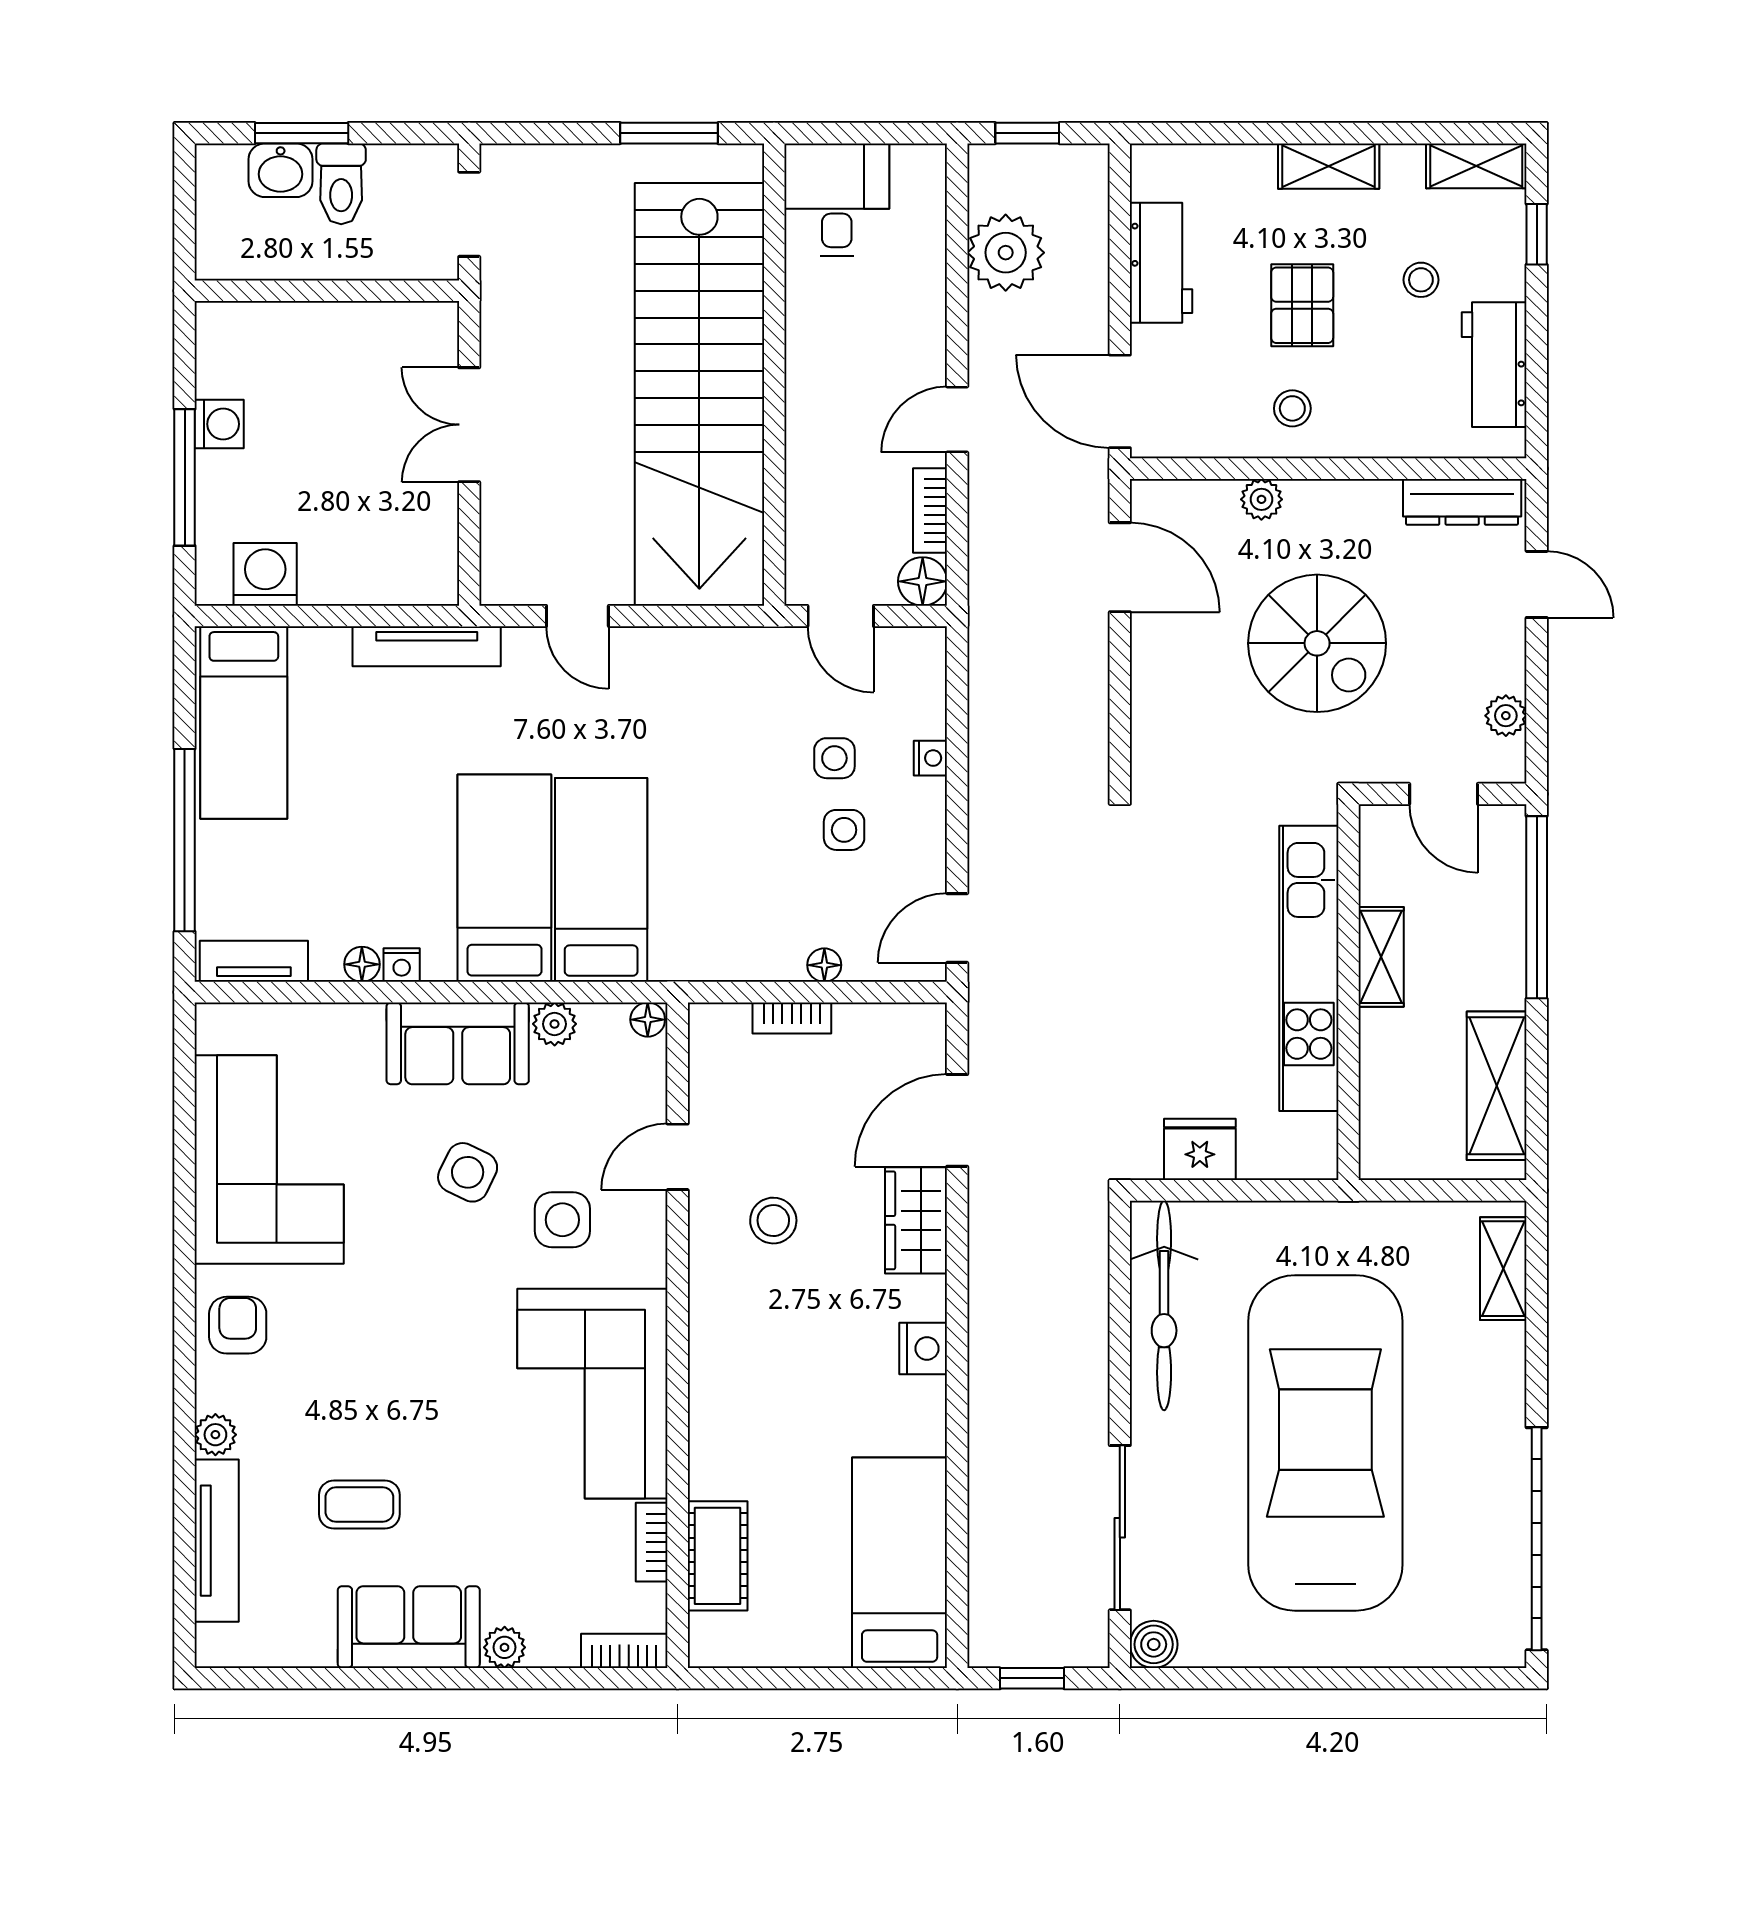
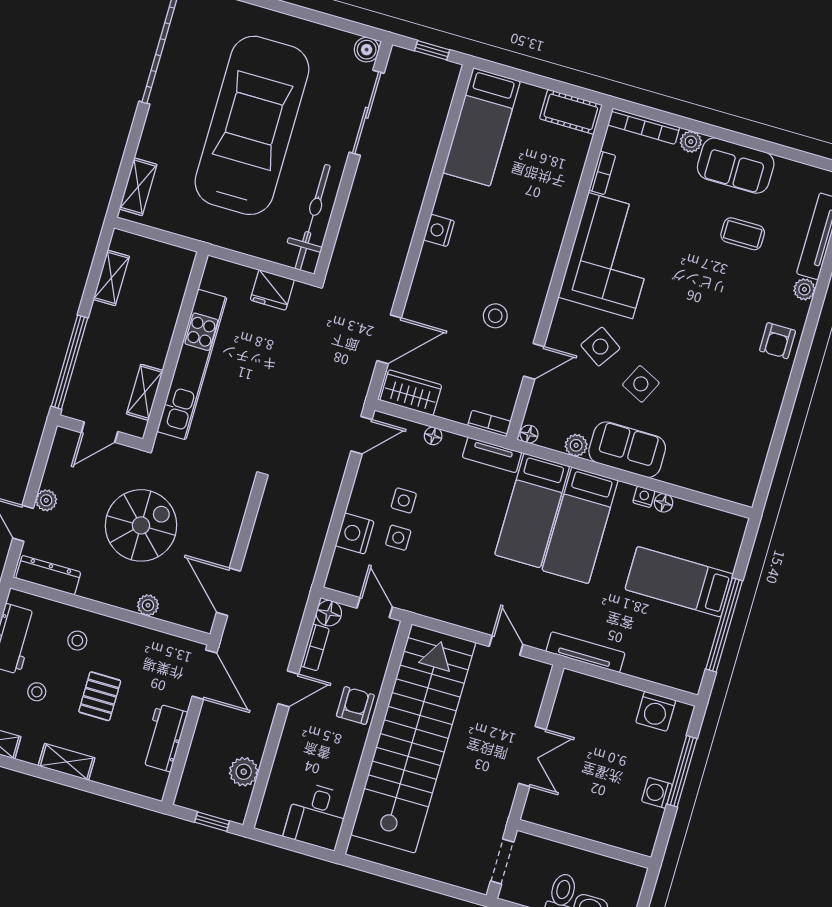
window: (669, 133) -> (391, 873), removed
plant: (1006, 253) -> (244, 772), width x0.73, depth x0.73
stool: (1292, 408) -> (77, 641), moved
armchair: (824, 425) -> (355, 706), added
spiral stairs: (1317, 643) -> (141, 525), turned 90
plant: (1506, 716) -> (46, 500), moved
bed: (244, 722) -> (679, 582), moved, turned -90
nightstand: (930, 758) -> (355, 534), width x1.89, depth x1.79
door: (1444, 794) -> (100, 432), swing flipped
window: (185, 840) -> (724, 625), moved
shelving: (1381, 957) -> (145, 392), moved
tv unit: (254, 961) -> (492, 455), moved
bookcase: (792, 1018) -> (489, 424), moved
shelving: (1497, 1086) -> (111, 278), width x0.67, depth x0.75
corner sofa: (269, 1159) -> (738, 419), removed
side table: (562, 1220) -> (600, 347), turned 34
wardrobe: (916, 1220) -> (411, 393), moved, turned -90
car: (1325, 1443) -> (252, 125), turned 180
cot: (718, 1556) -> (571, 112), moved, turned 90
bookcase: (624, 1651) -> (644, 126), width x1.56

